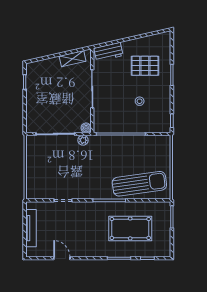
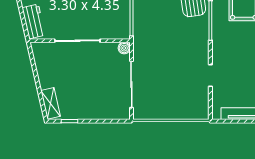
shelving: (73, 59) -> (51, 103), moved
plant: (83, 140) -> (139, 52), removed

